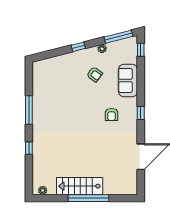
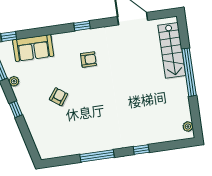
armchair: (94, 74) -> (59, 97), moved
sofa: (128, 80) -> (33, 48), moved
stairs: (80, 186) -> (172, 50), moved

